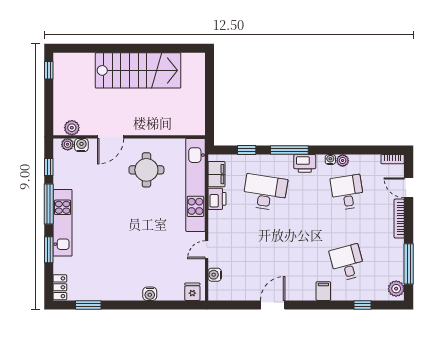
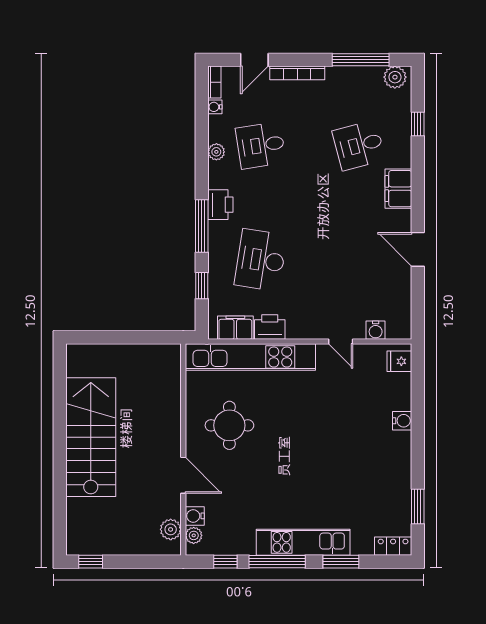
water cooler: (330, 160) -> (215, 107), moved
filing cabinet: (323, 291) -> (398, 189), width x2.00

